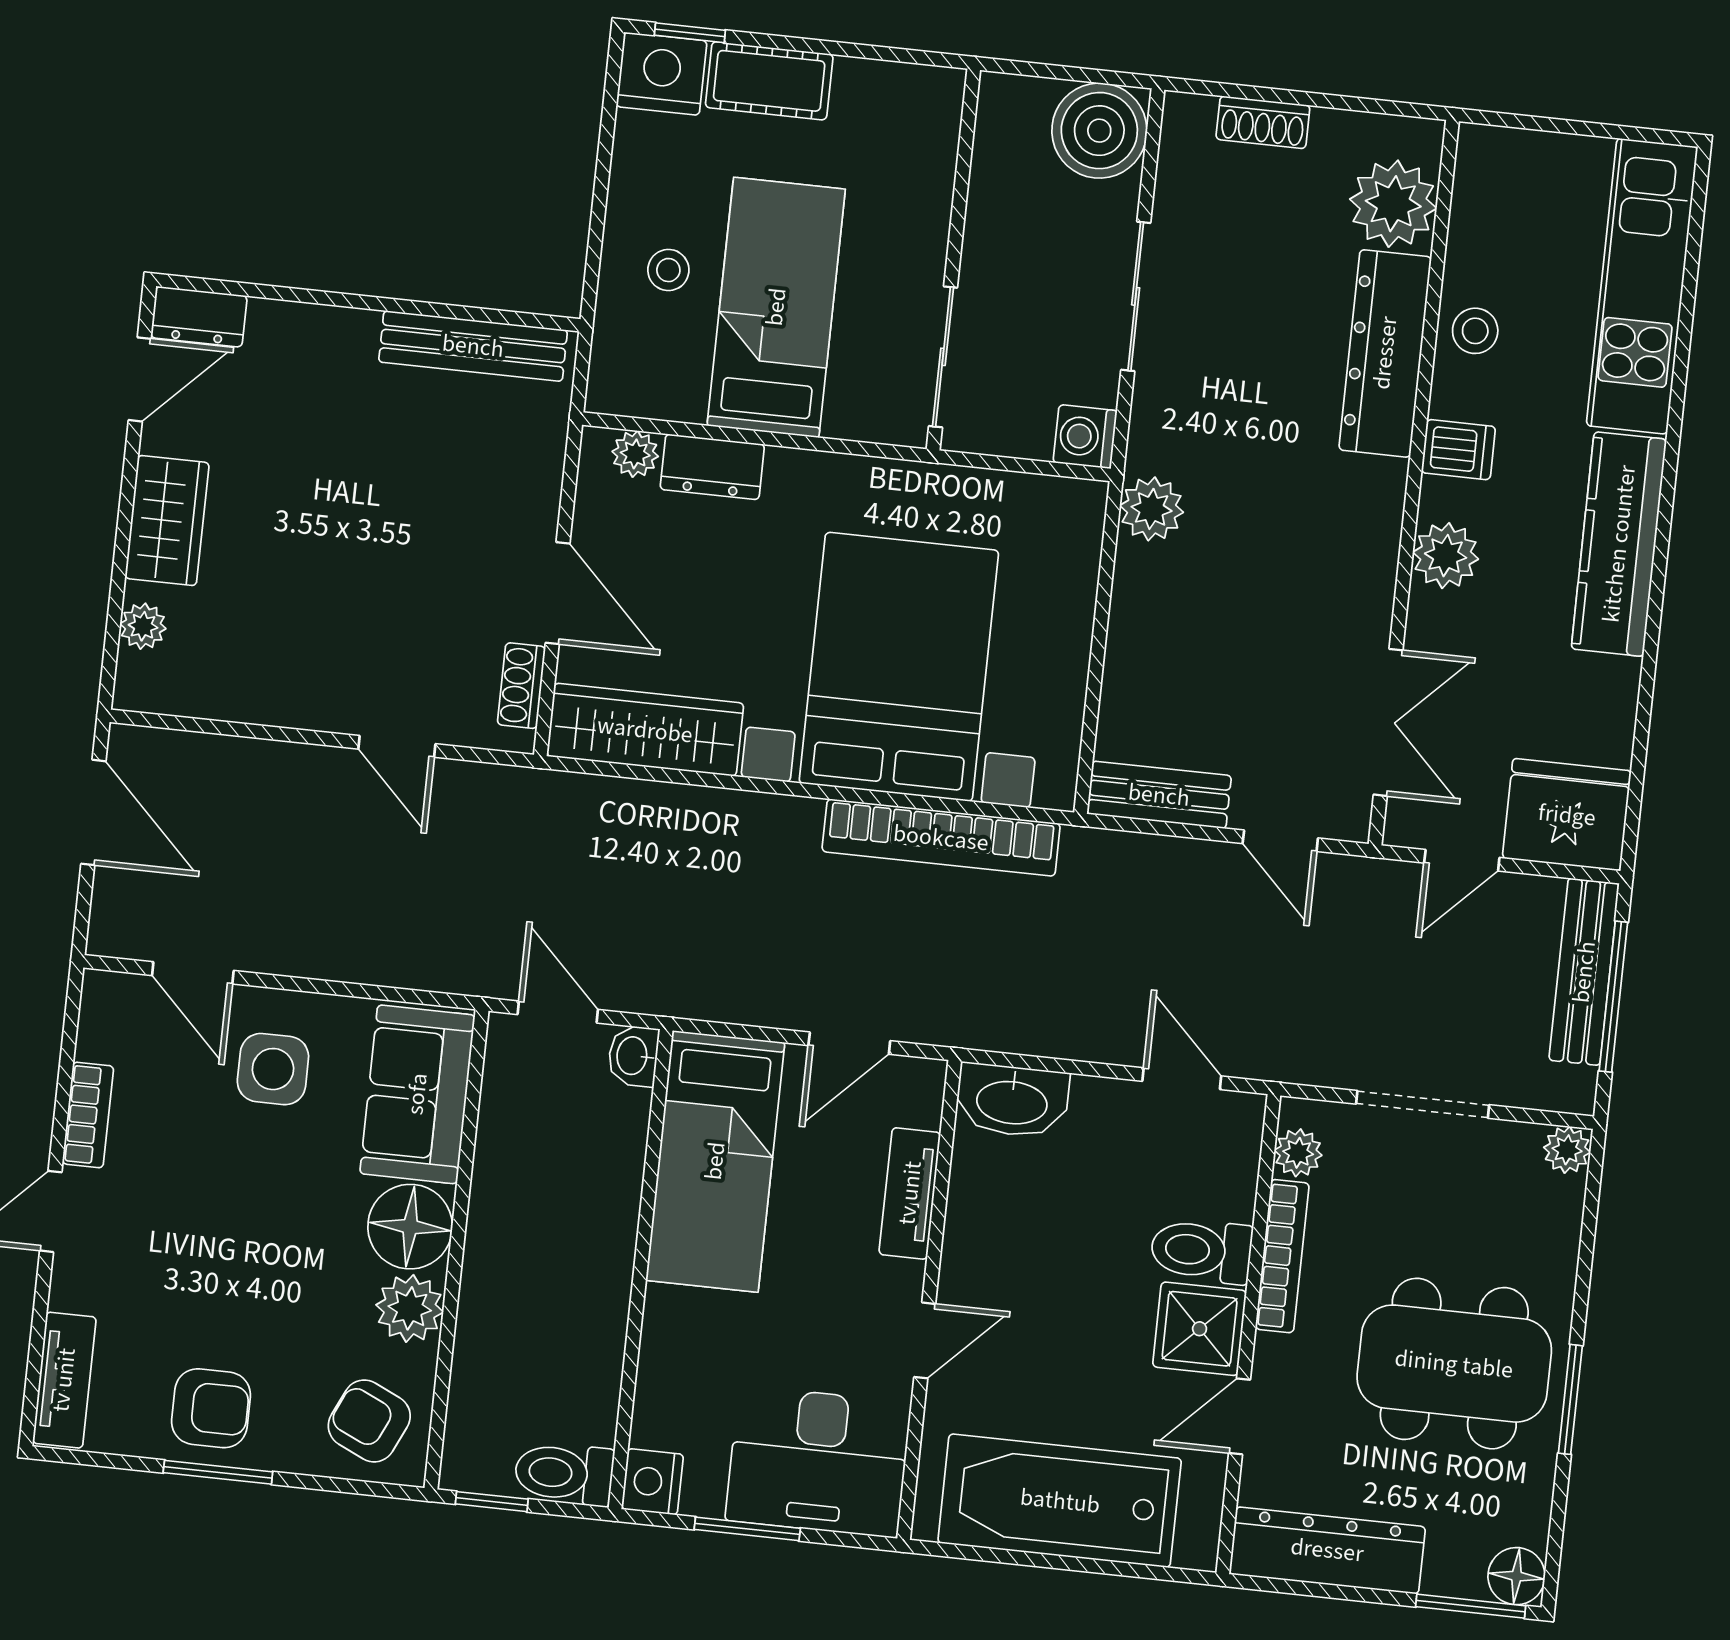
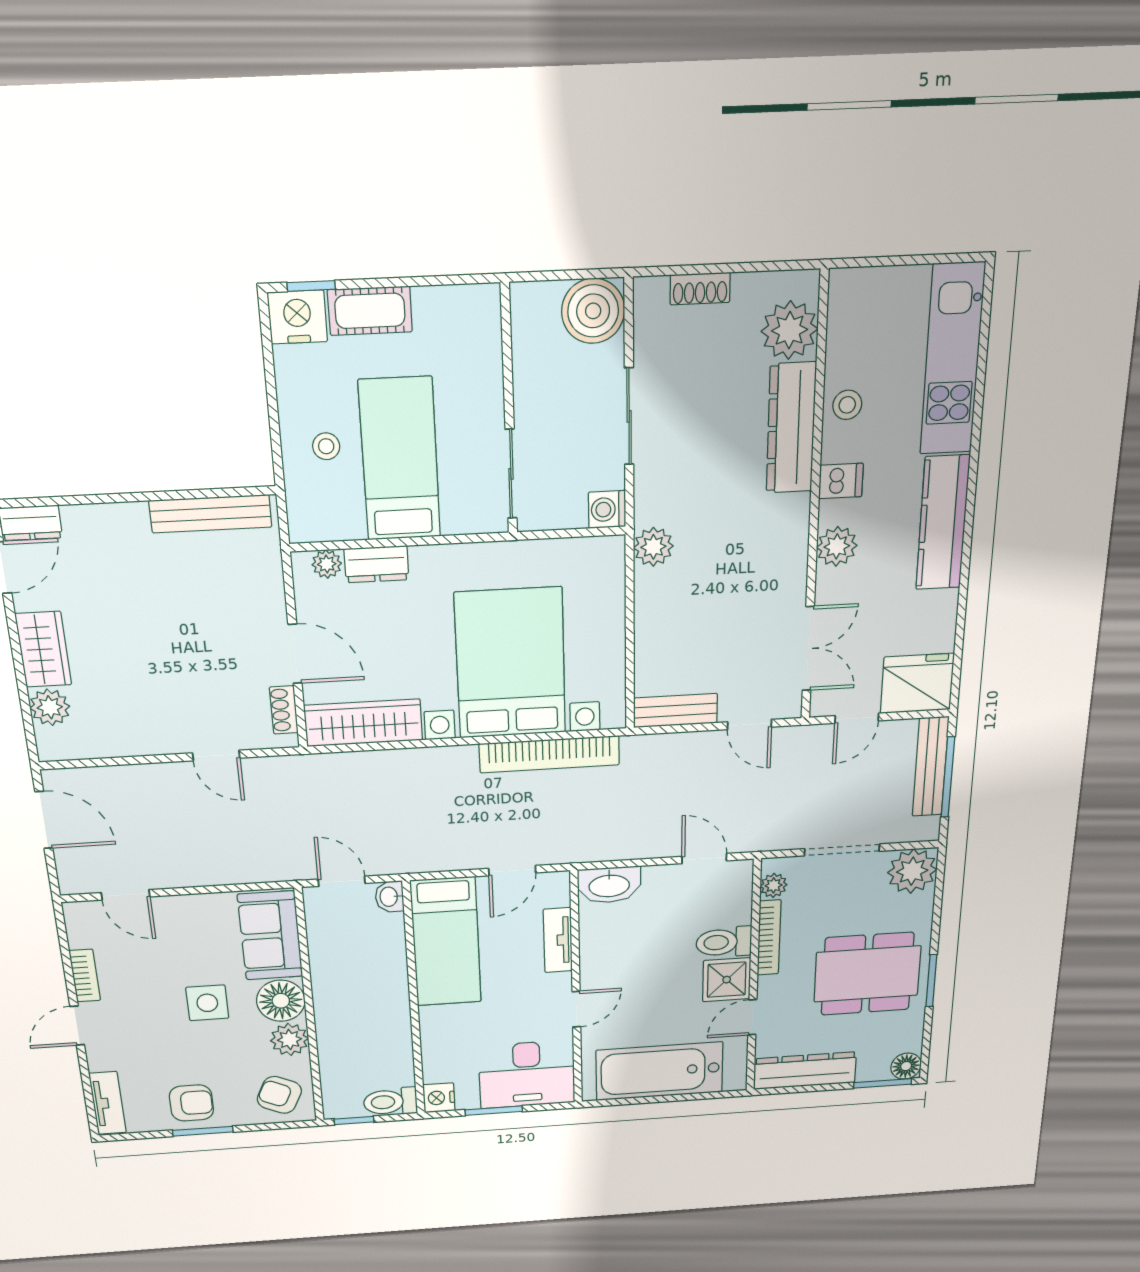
plant: (143, 626) -> (50, 707), width x1.38, depth x1.38
side table: (273, 1069) -> (207, 1003), moved
plant: (1567, 1150) -> (912, 871), width x1.88, depth x1.88

